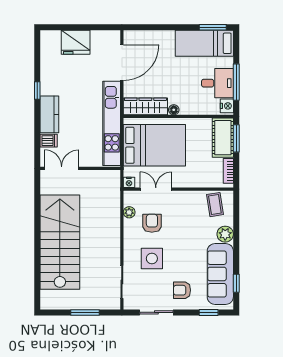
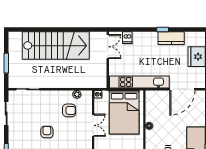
door: (122, 63) -> (182, 89), hinge flipped
wardrobe: (145, 106) -> (151, 106), removed
kitchen counter: (49, 114) -> (171, 38), moved
double door: (156, 189) -> (93, 125), moved
side table: (152, 258) -> (44, 110), removed
armchair: (182, 290) -> (47, 132), moved

